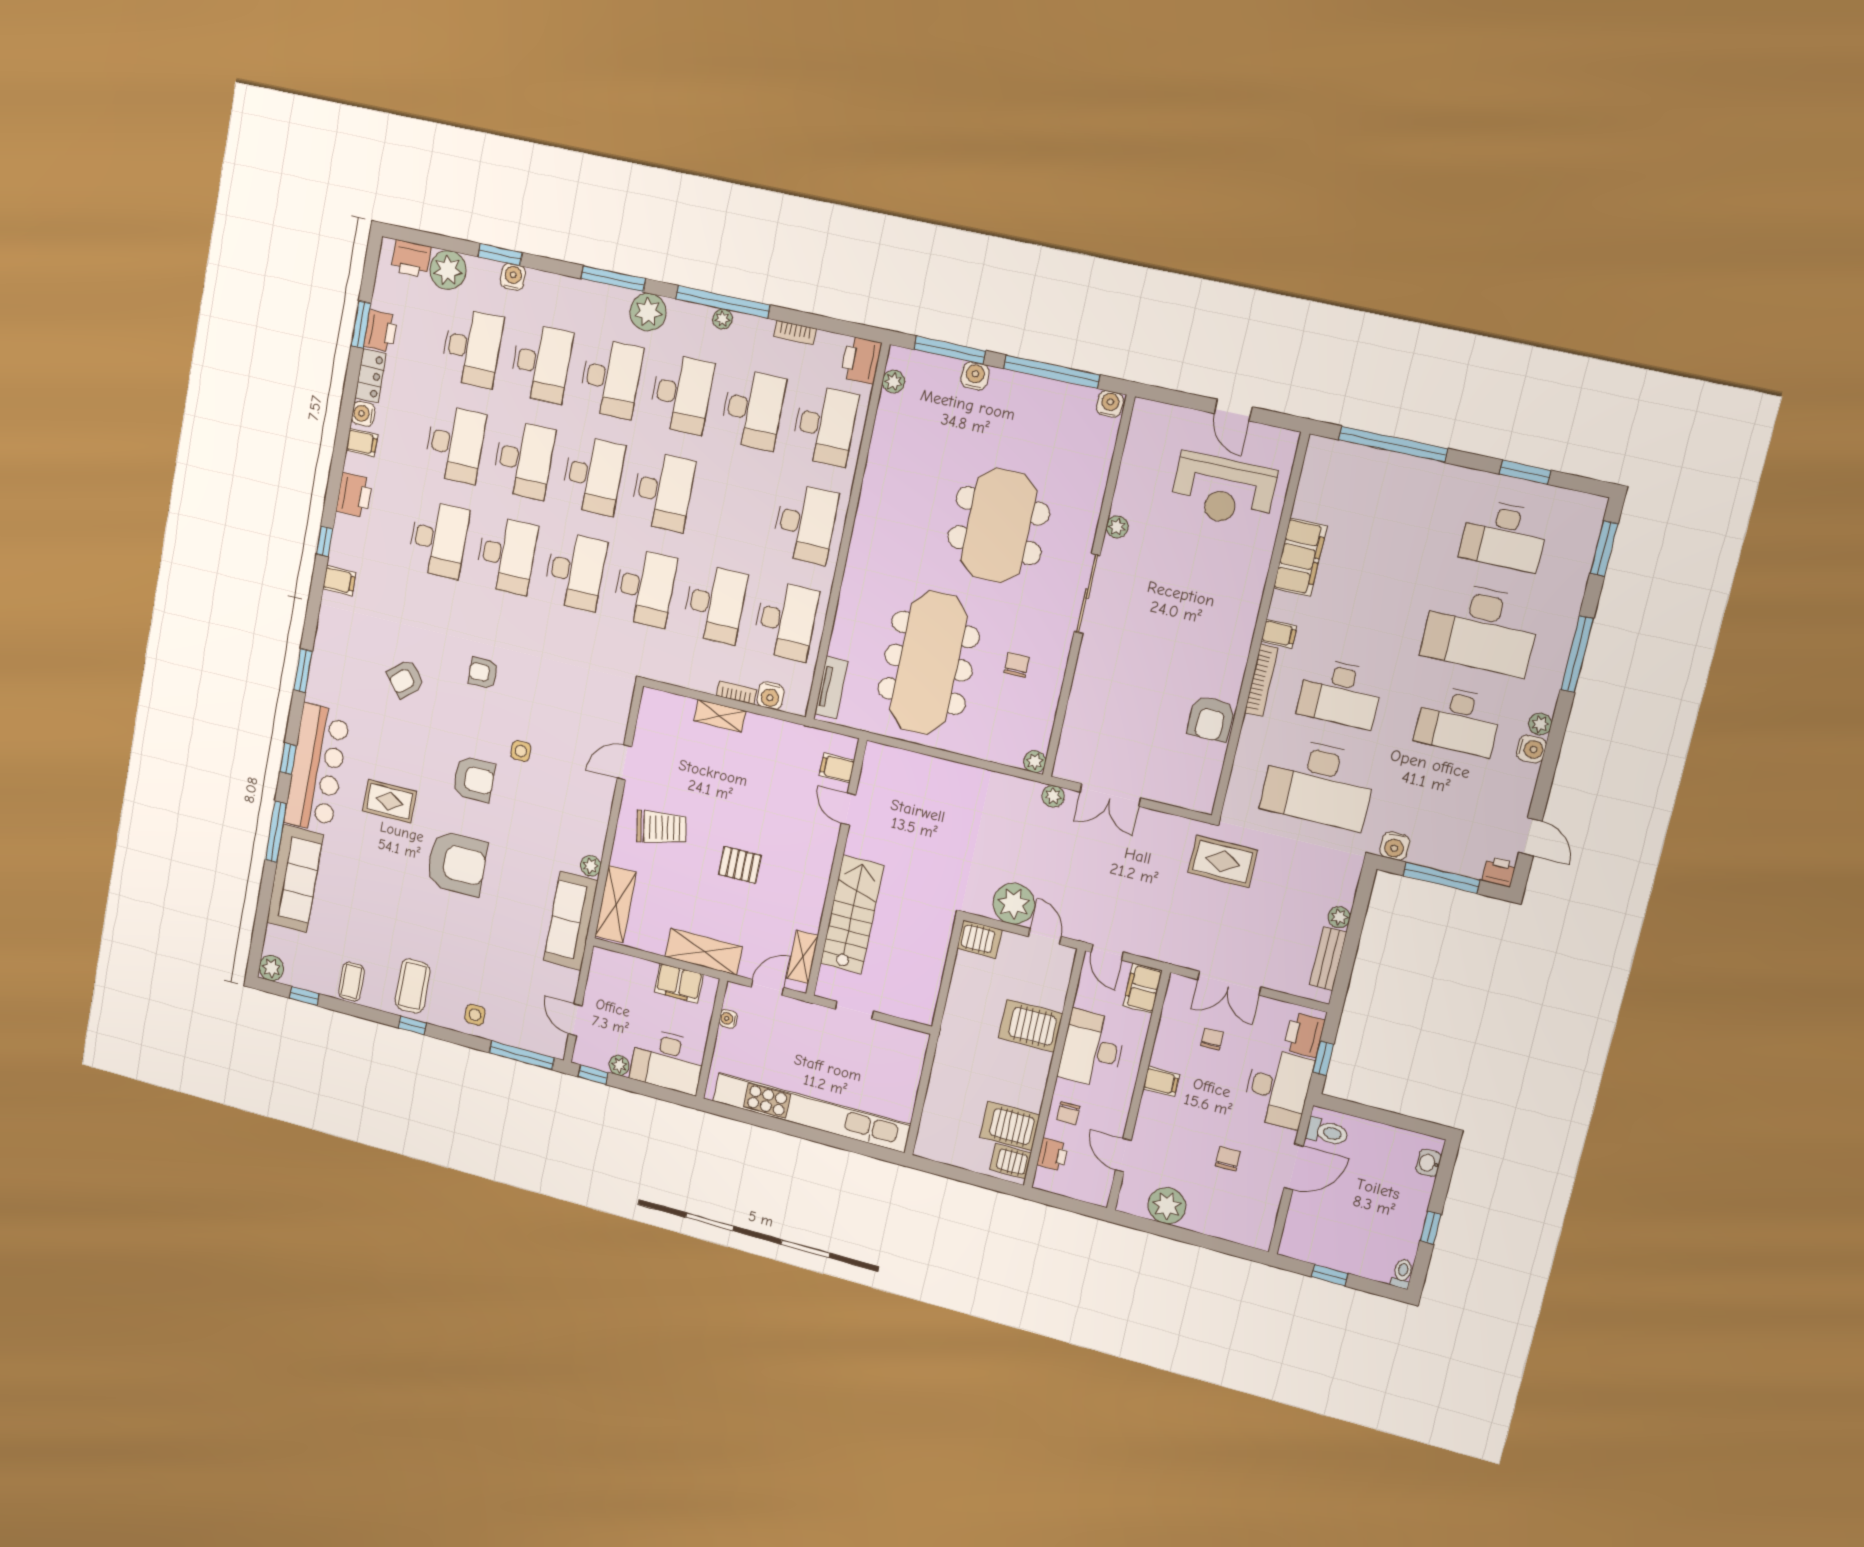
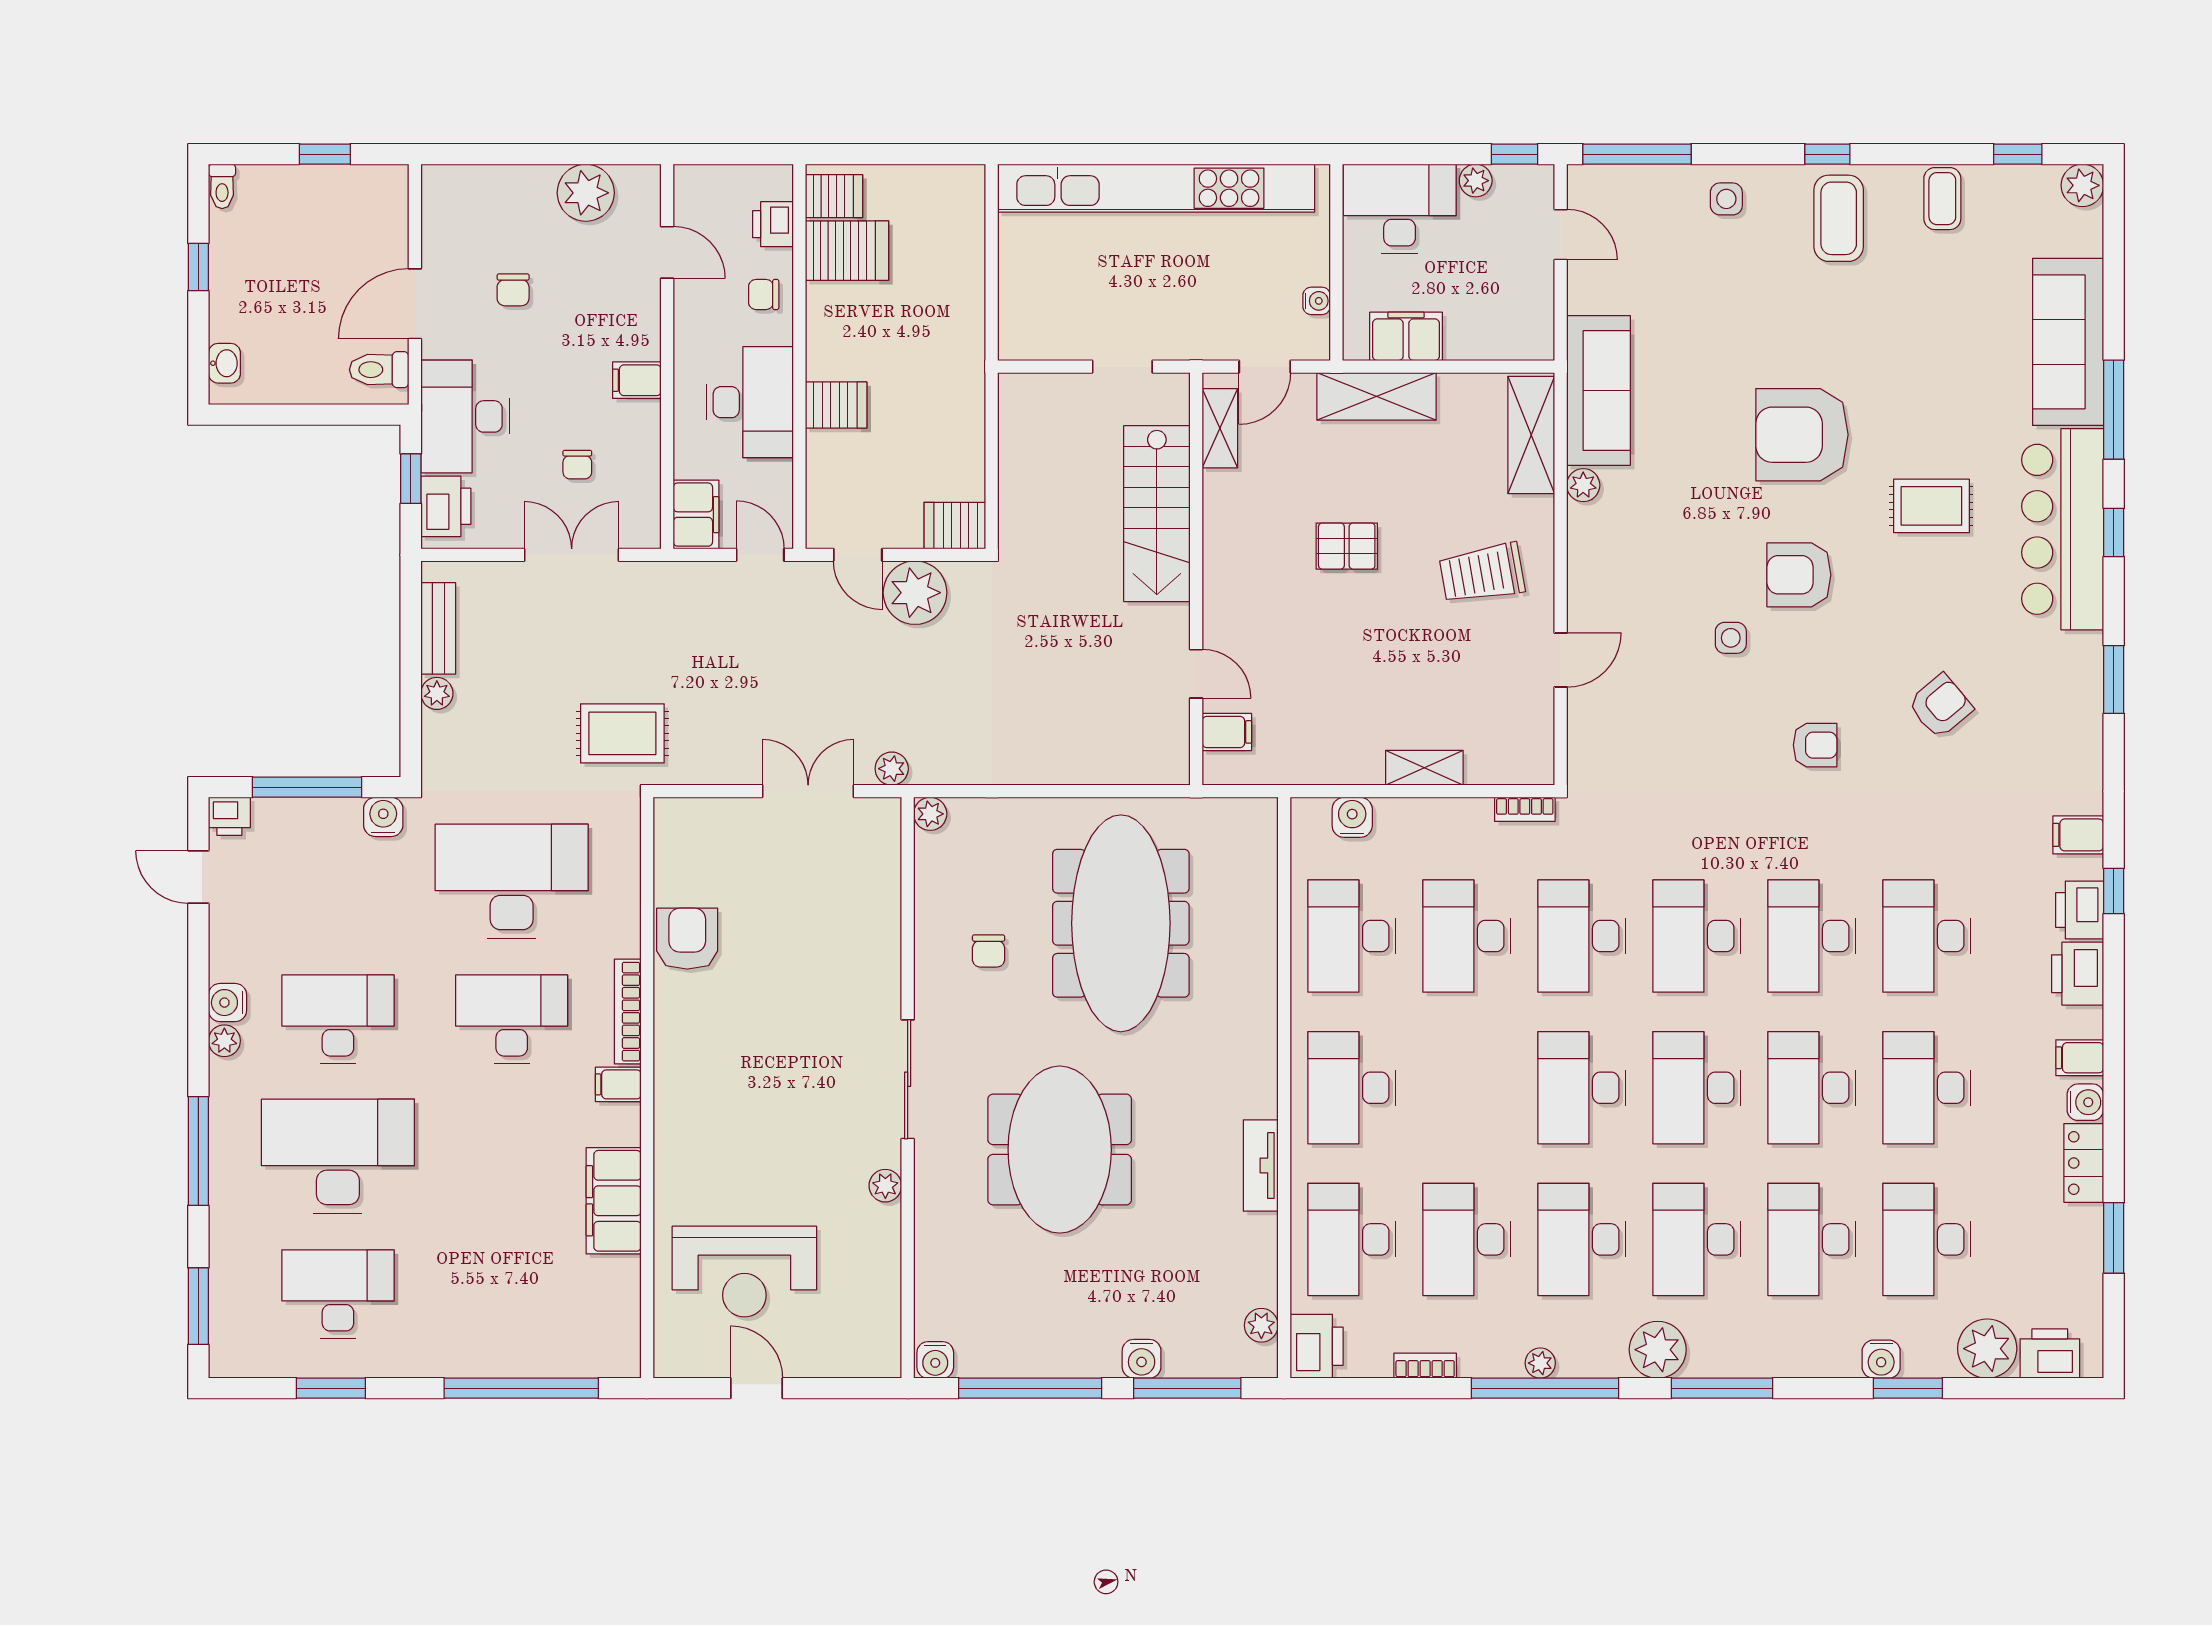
printer: (381, 331) -> (2080, 910), moved
reception desk: (1223, 490) -> (744, 1272), turned 180
tv unit: (831, 688) -> (1261, 1166), moved
bookcase: (736, 693) -> (1525, 809), moved
server rack: (1030, 1026) -> (836, 405), width x0.73, depth x0.70
chair: (1068, 1113) -> (764, 294), turned -90

